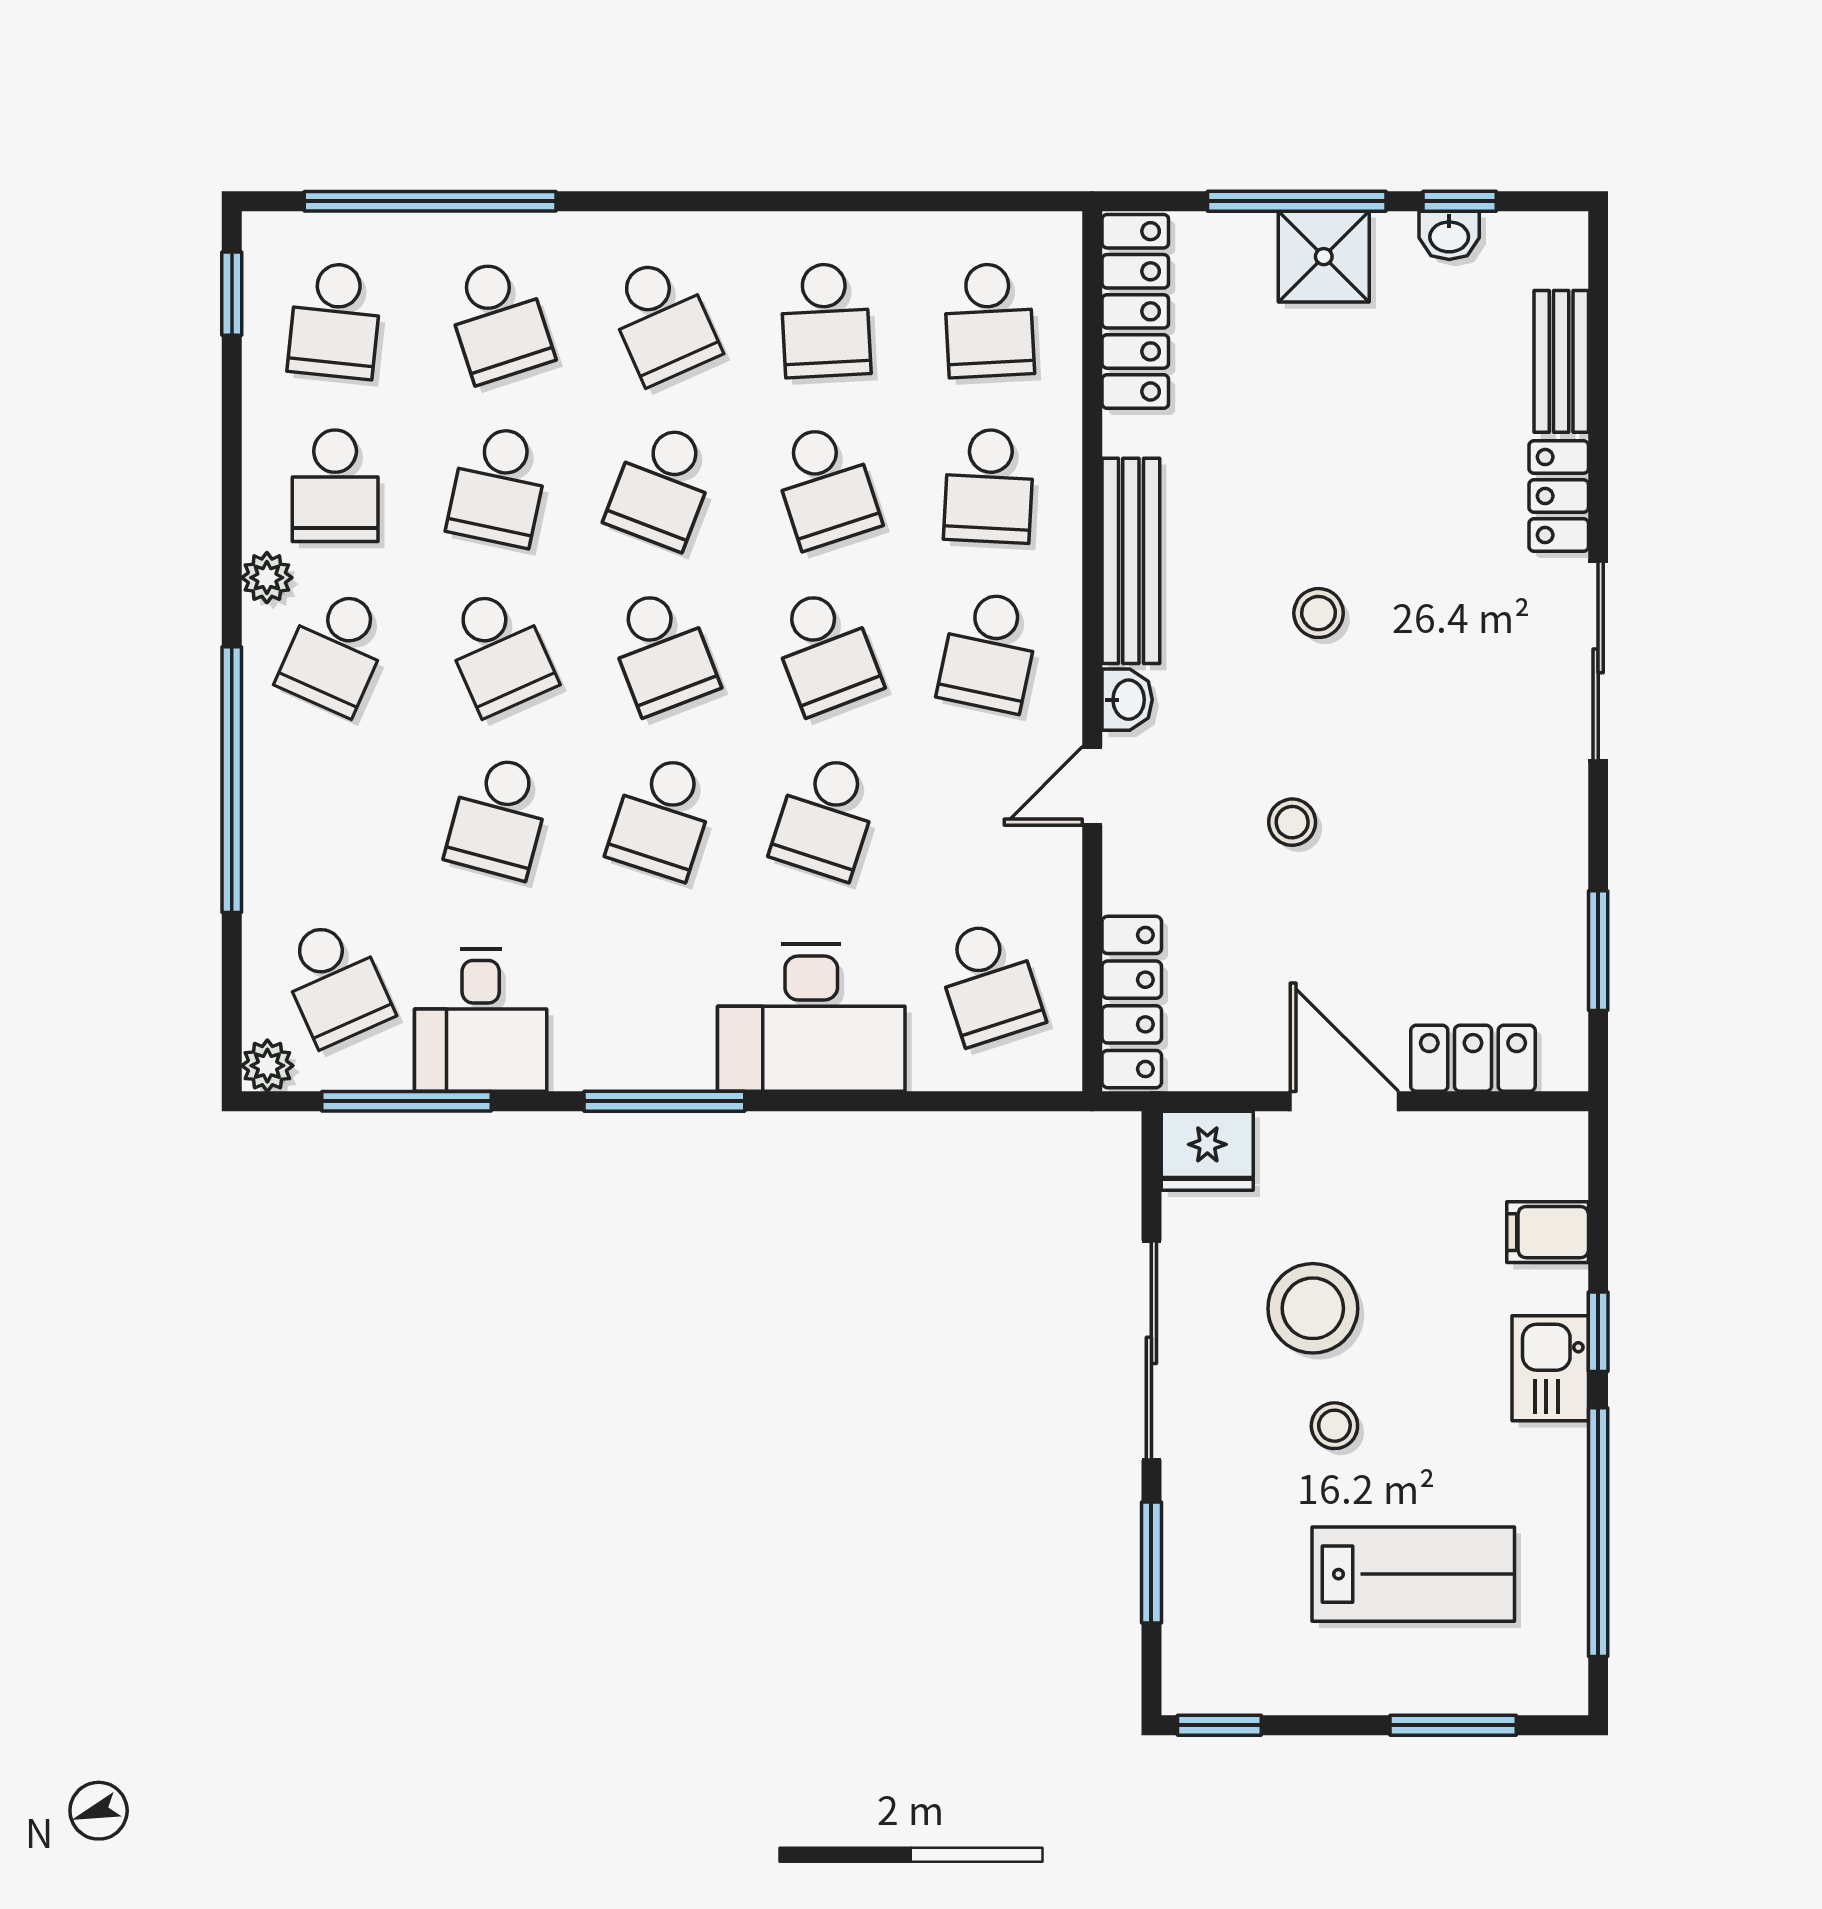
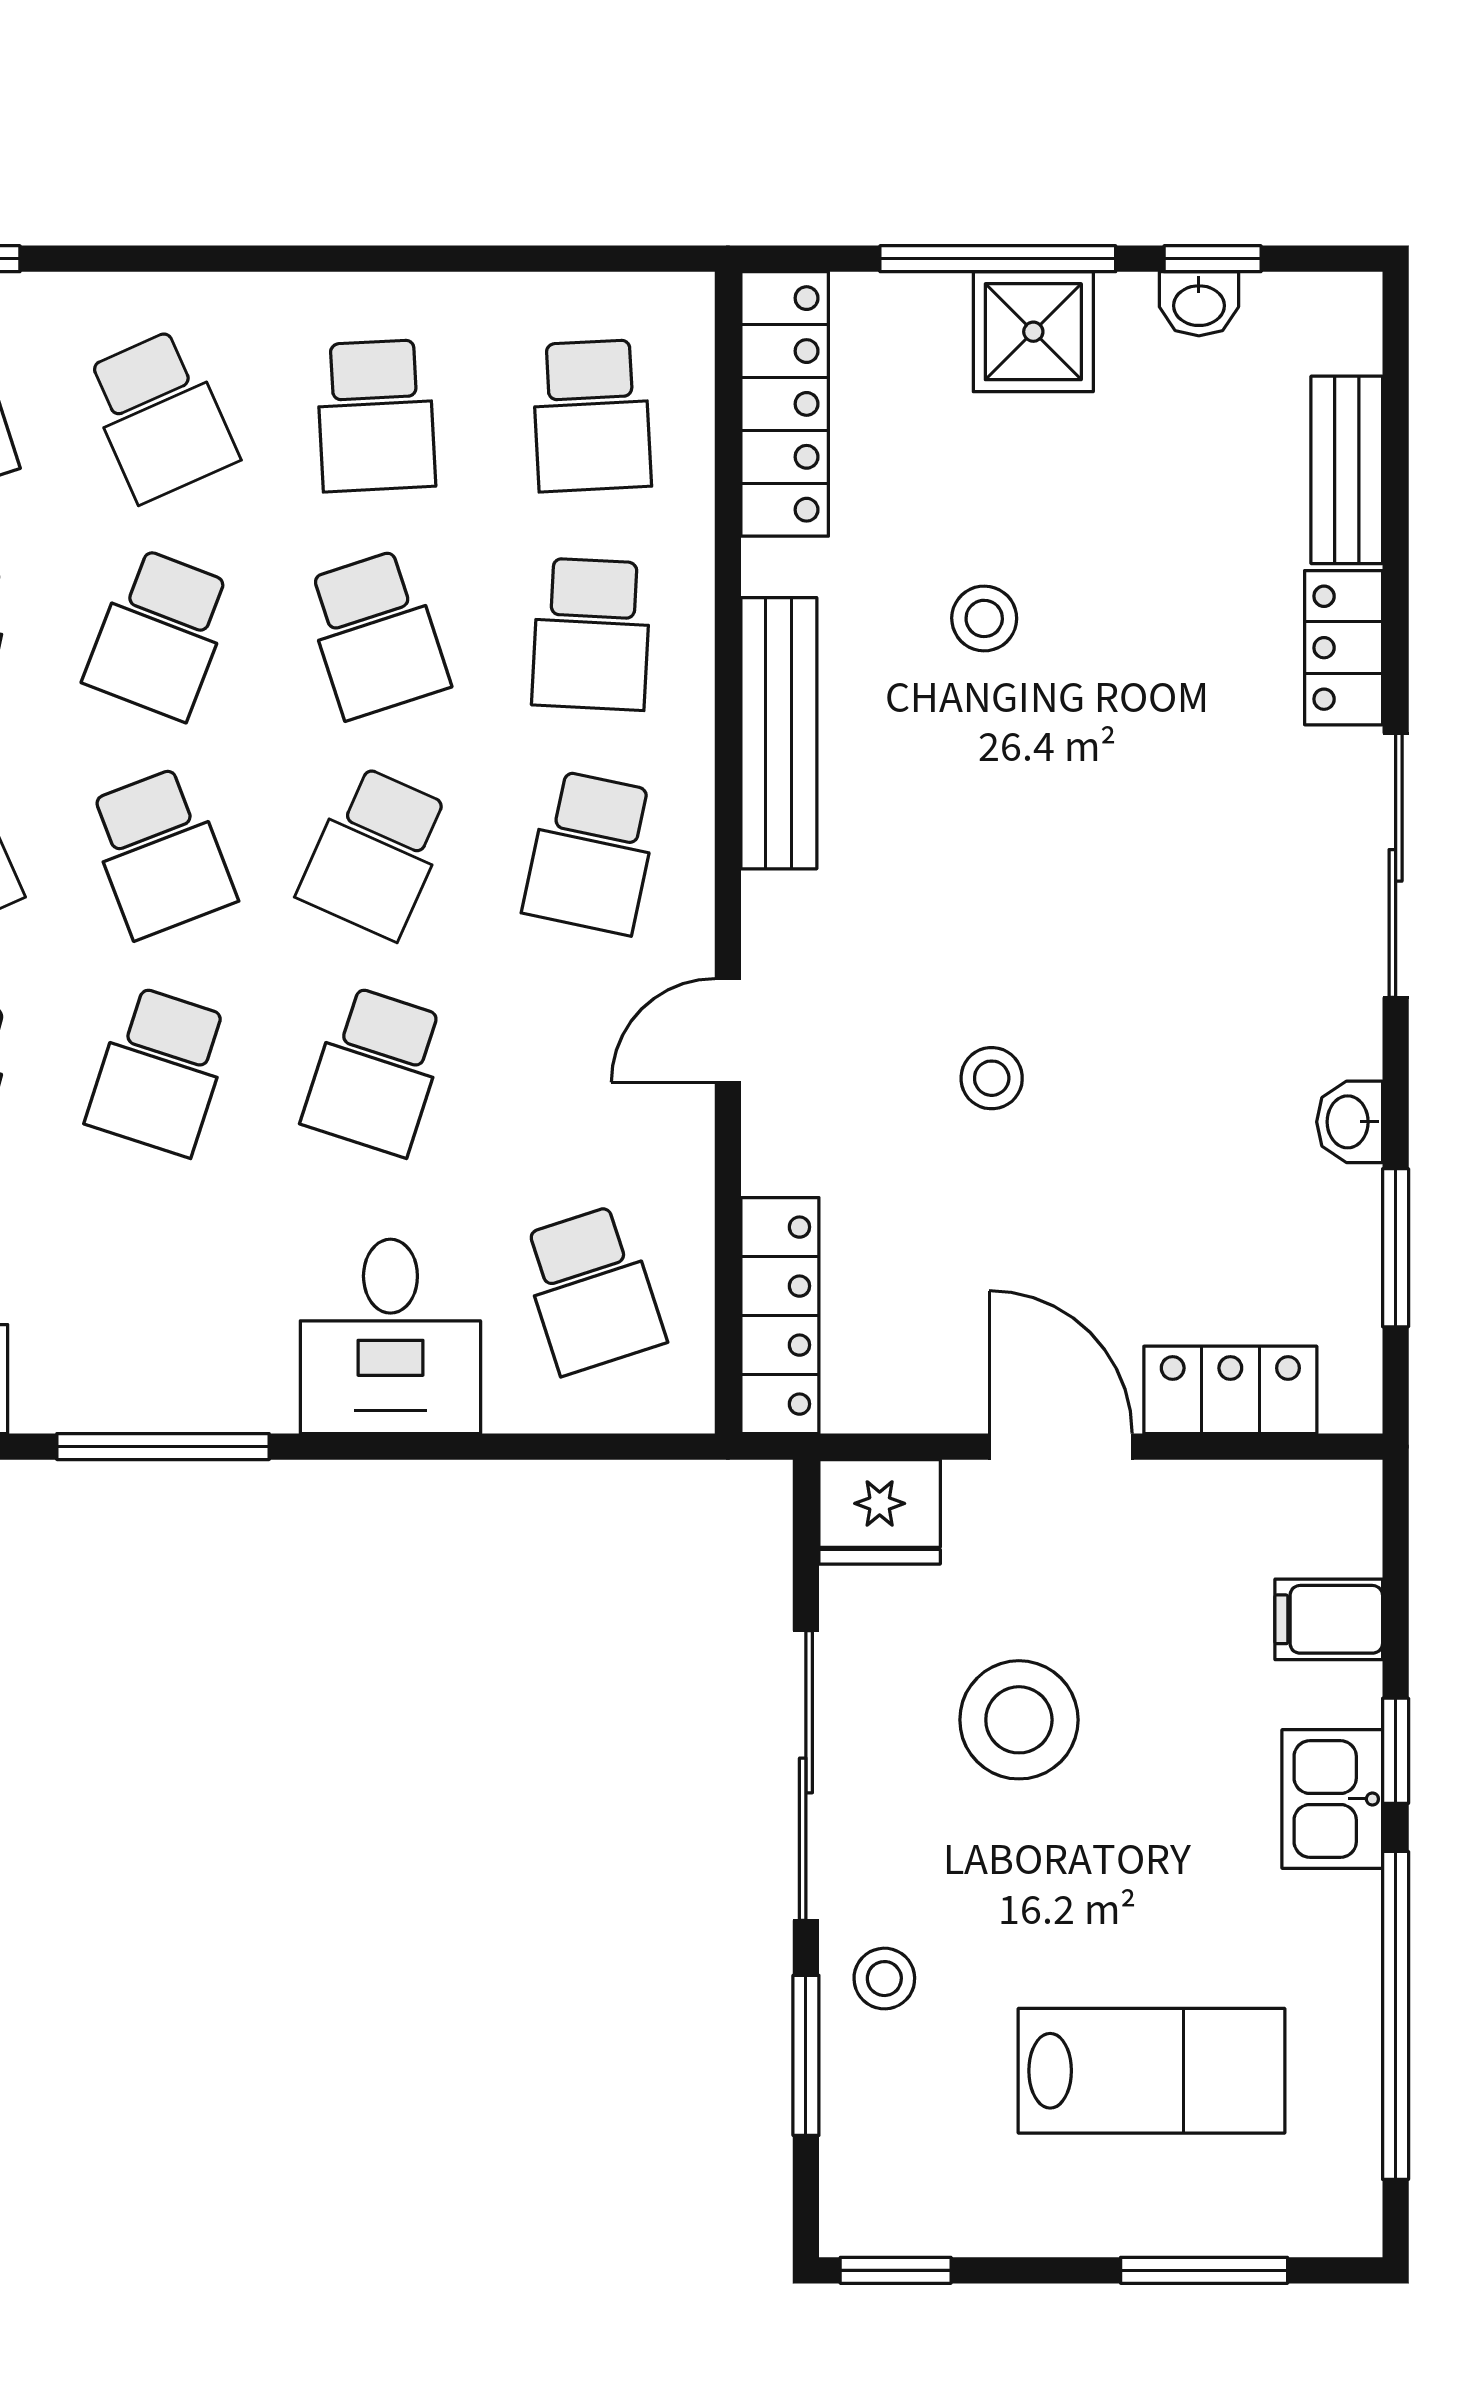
stool: (1319, 613) -> (984, 618), moved
school desk: (826, 651) -> (376, 853), turned 45
washbasin: (1127, 700) -> (1350, 1122), moved, turned 180
desk: (811, 1018) -> (390, 1336), width x0.73
stool: (1334, 1426) -> (884, 1979), moved

